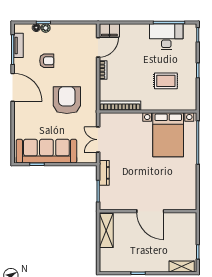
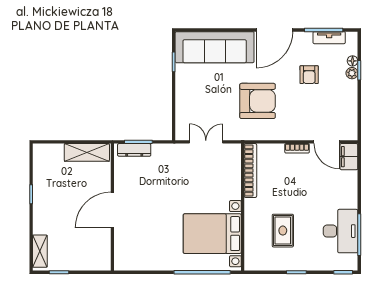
sofa: (46, 151) -> (215, 47), moved, turned 90
dresser: (104, 173) -> (134, 150), moved

